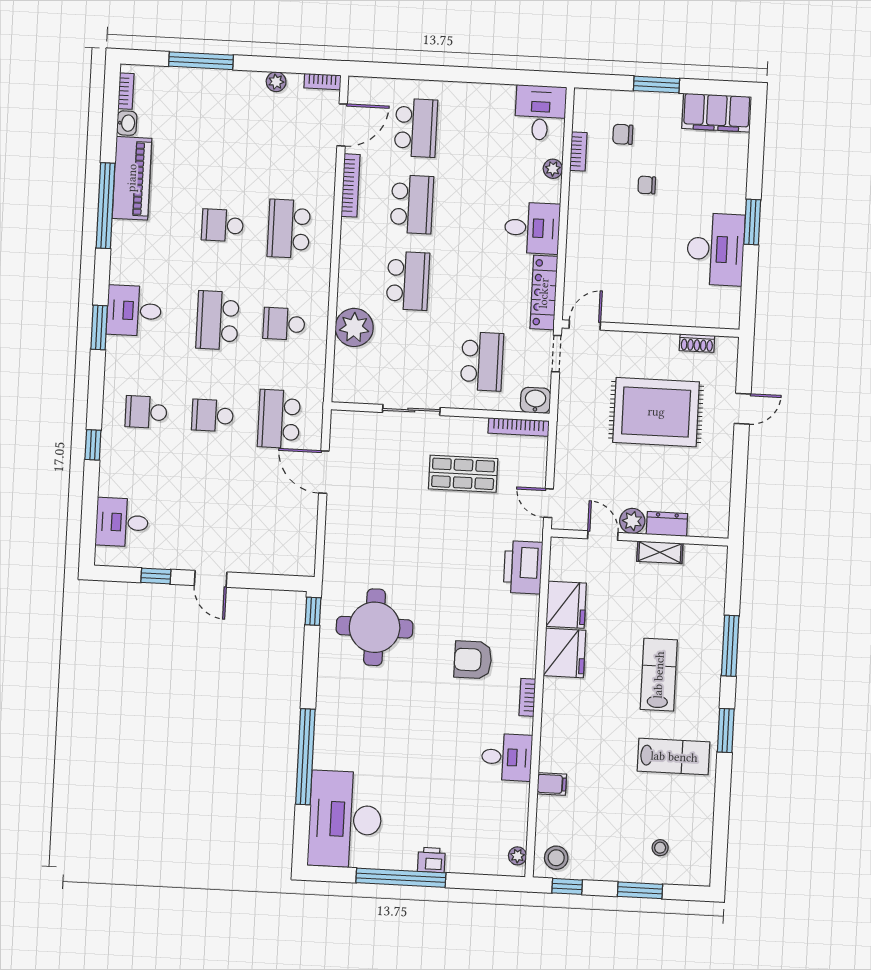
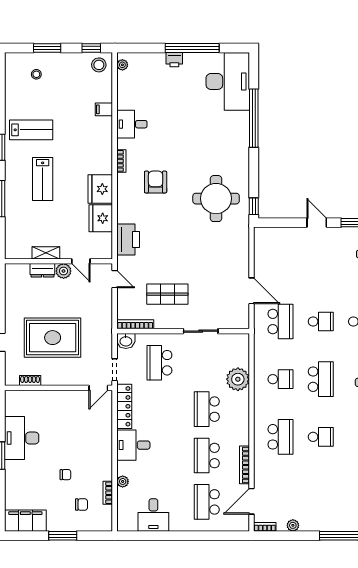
desk: (540, 113) -> (153, 515), moved
armchair: (473, 660) -> (156, 182), turned -90
lab bench: (674, 757) -> (31, 130), turned 180

